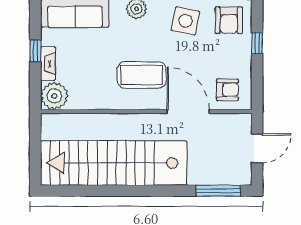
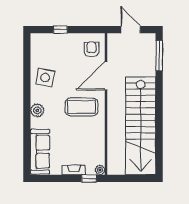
armchair: (229, 20) -> (45, 48), removed
window: (35, 51) -> (89, 178), moved
coffee table: (142, 75) -> (81, 107), turned 90
plant: (54, 96) -> (100, 170), width x0.53, depth x0.53

